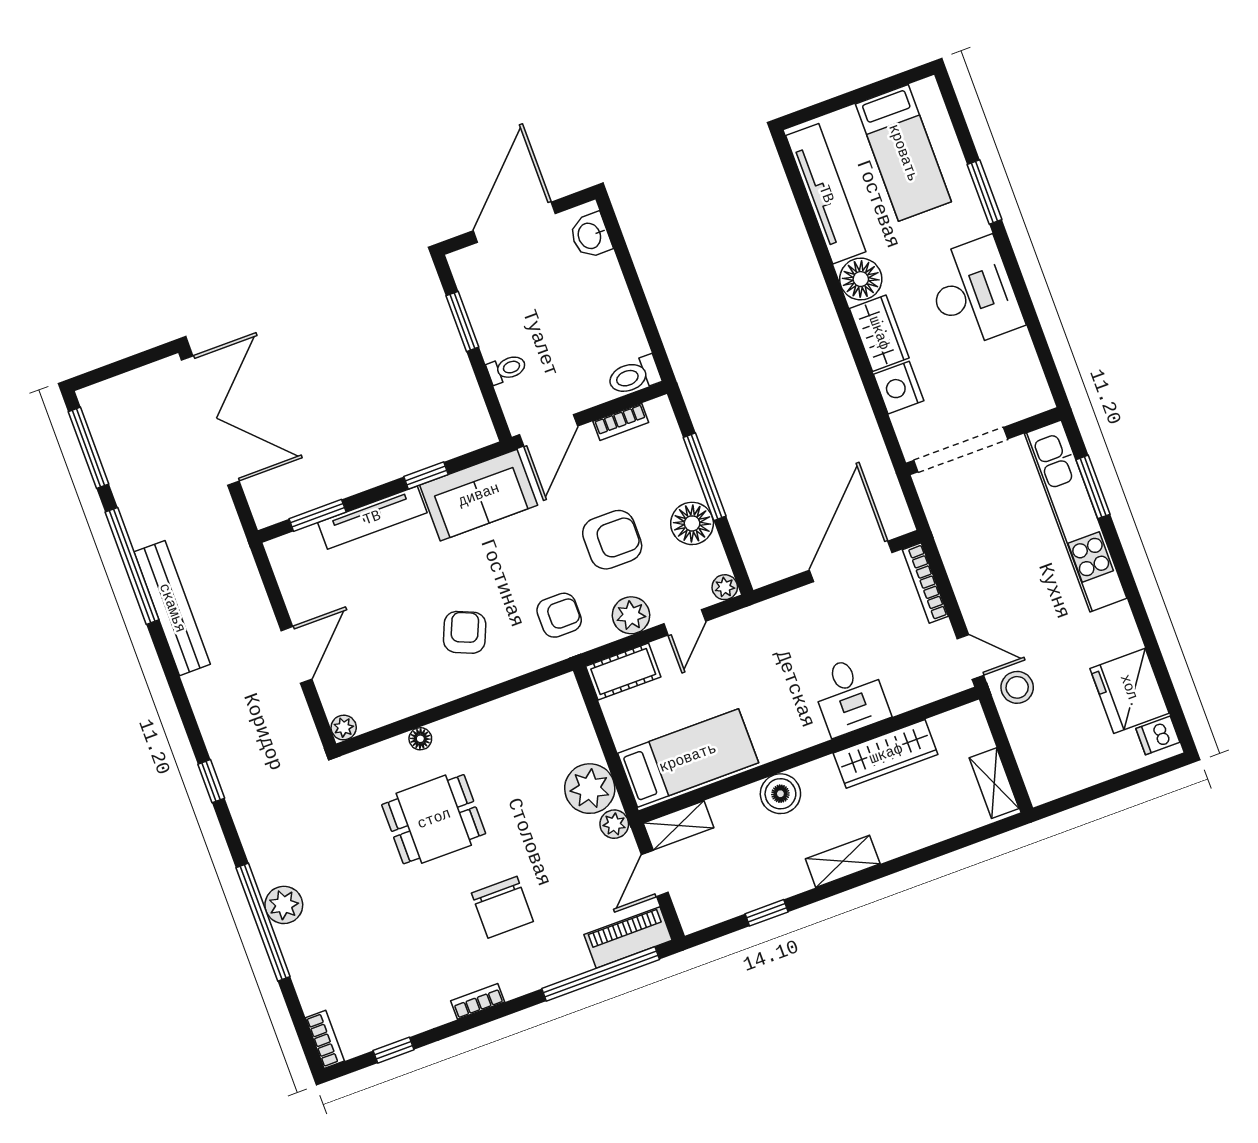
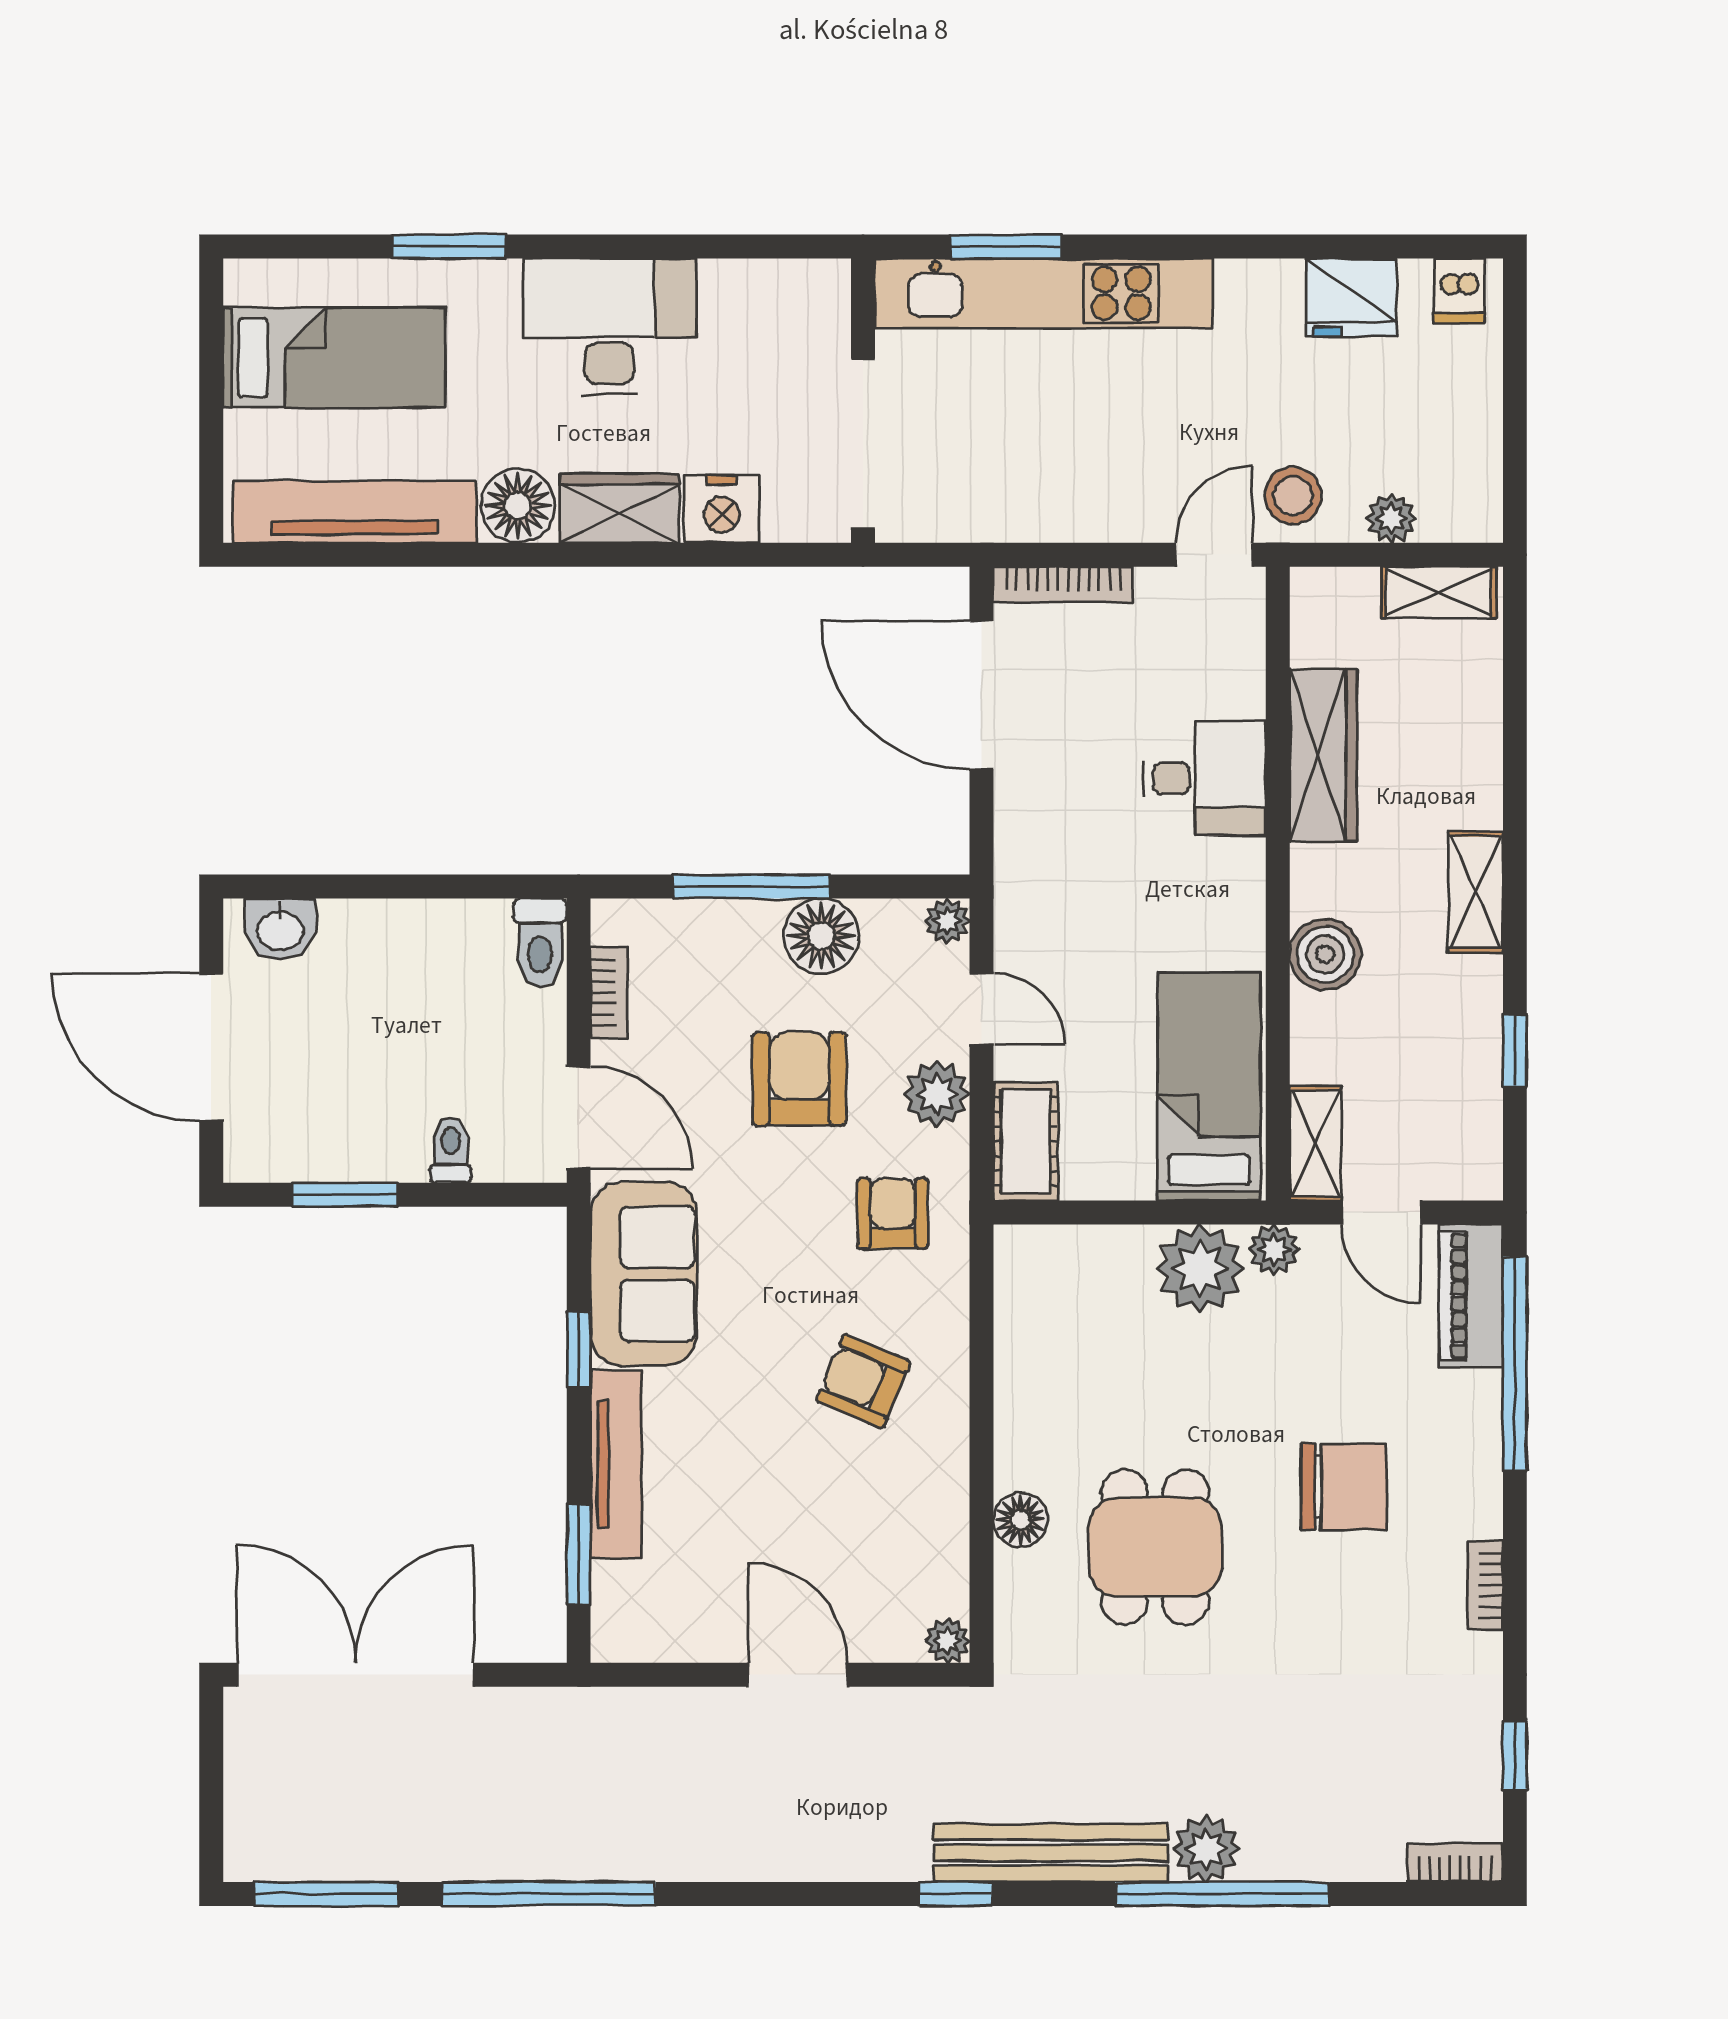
bench: (172, 608) -> (1051, 1853), moved
fridge: (1130, 691) -> (1351, 297), width x0.73, depth x0.75
floor lamp: (420, 739) -> (1021, 1520), width x1.37, depth x1.37
plant: (1024, 744) -> (1391, 518), added

